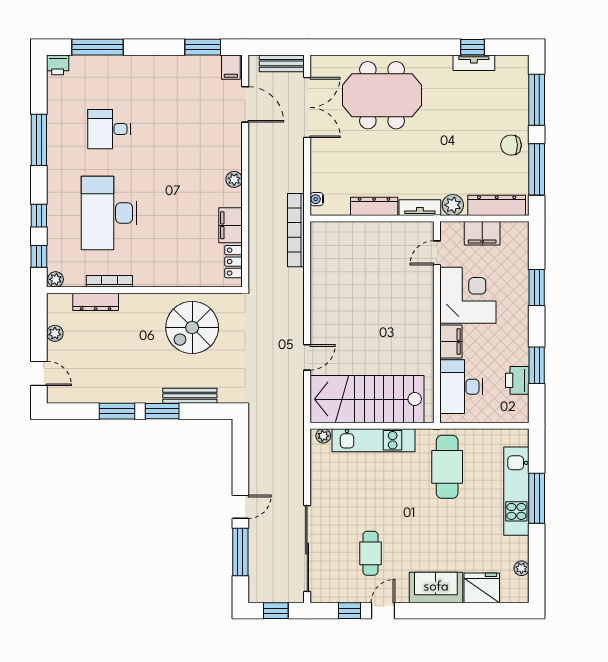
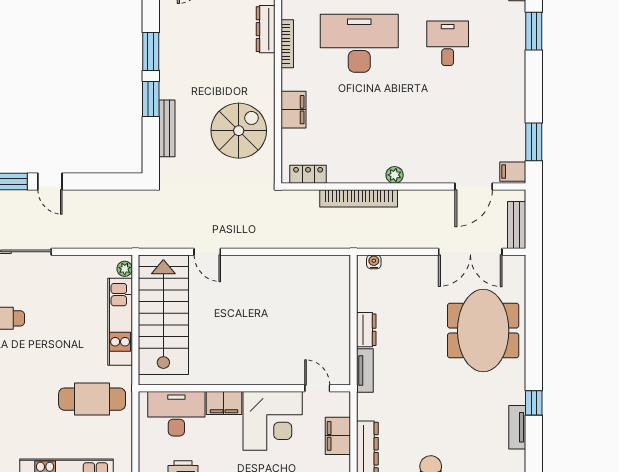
window: (98, 47) -> (534, 31), width x0.69
window: (473, 47) -> (534, 403), moved
plant: (453, 205) -> (368, 405), removed
dresser: (374, 206) -> (366, 330), width x0.70
filing cabinet: (231, 225) -> (293, 110), moved, turned 90
bookcase: (296, 230) -> (359, 198), moved, turned 180
spiral stairs: (192, 327) -> (239, 131), turned 90

